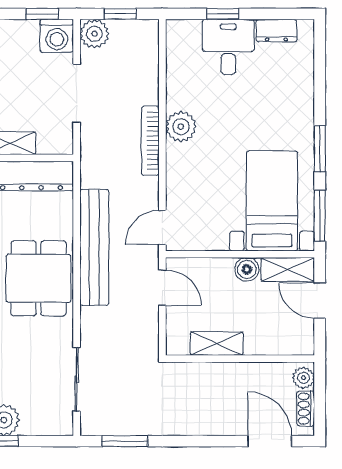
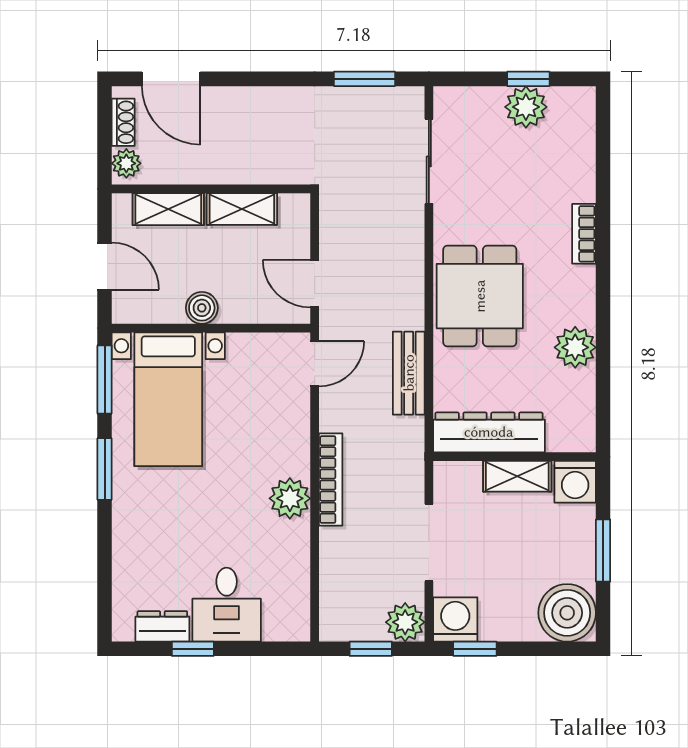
window: (223, 14) -> (193, 649), moved
bench: (94, 247) -> (409, 373), width x0.54, depth x0.82
shelving: (288, 269) -> (168, 209), moved

